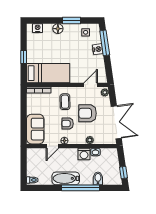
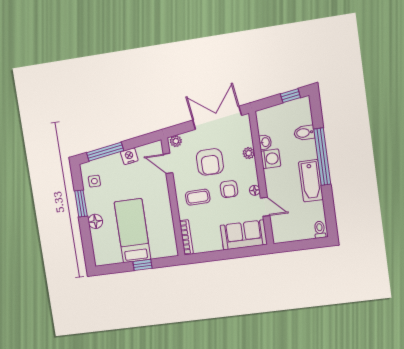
nightstand: (38, 28) -> (99, 250), removed
nightstand: (98, 49) -> (129, 156), moved
bed: (48, 73) -> (133, 231), moved

